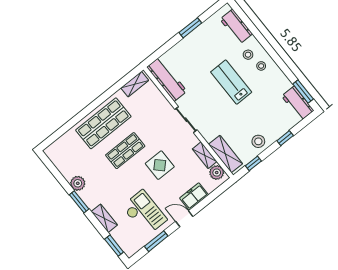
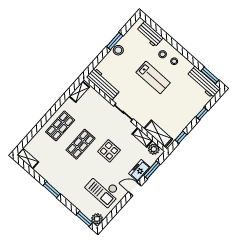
lab bench: (231, 82) -> (153, 78), turned 180
workbench: (298, 103) -> (204, 82), width x1.38
shop shelf: (103, 123) -> (60, 126), width x0.70, depth x0.74
stool: (258, 141) -> (118, 50), moved
plant: (78, 183) -> (97, 219), moved
checkout: (144, 213) -> (103, 190), turned 180
shelving: (104, 218) -> (28, 158), moved
window: (156, 241) -> (152, 170), moved

